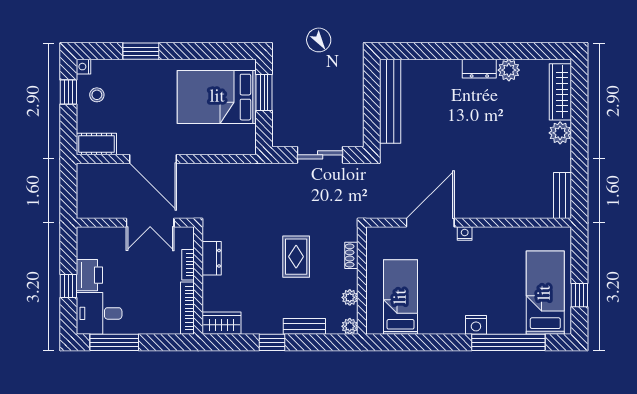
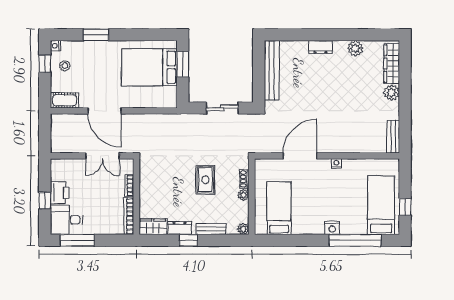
dresser: (479, 69) -> (320, 47), moved
nightstand: (465, 234) -> (336, 164), moved
dresser: (212, 258) -> (180, 228), moved, turned -90
plant: (350, 297) -> (243, 195), moved

